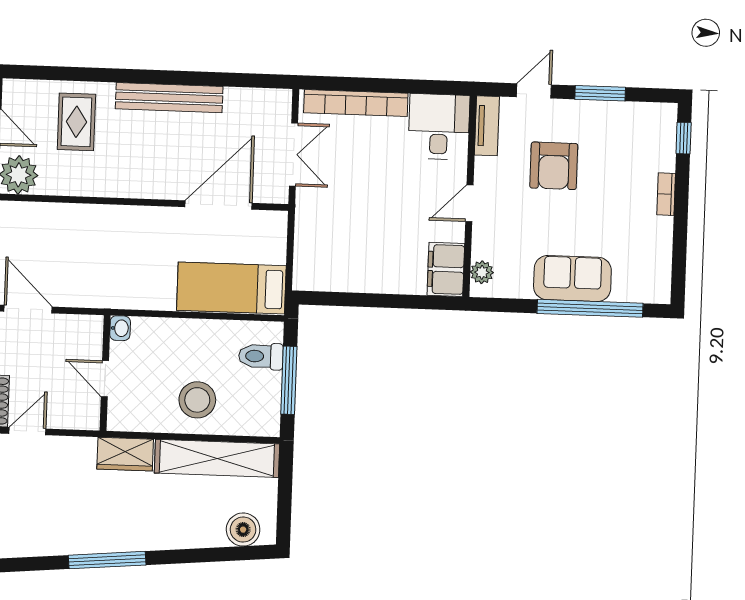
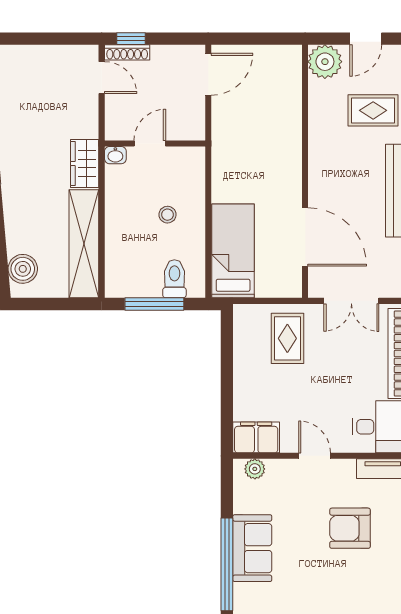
rug: (334, 229) -> (287, 338), added
washbasin: (120, 328) -> (115, 155), moved
stool: (197, 400) -> (168, 215), moved, width x0.53, depth x0.53

